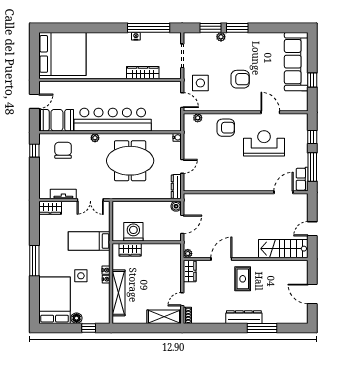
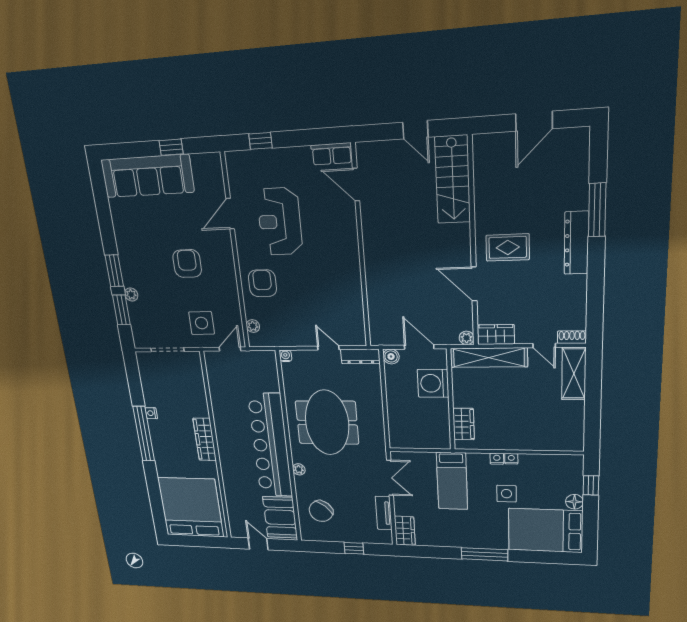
window: (149, 28) -> (144, 434), moved
wardrobe: (143, 73) -> (205, 439), moved
chair: (63, 150) -> (321, 511), turned -50
window: (34, 151) -> (354, 548), moved
window: (312, 167) -> (310, 137), removed
washing machine: (133, 232) -> (433, 383), moved
shelving: (118, 293) -> (489, 358), moved

